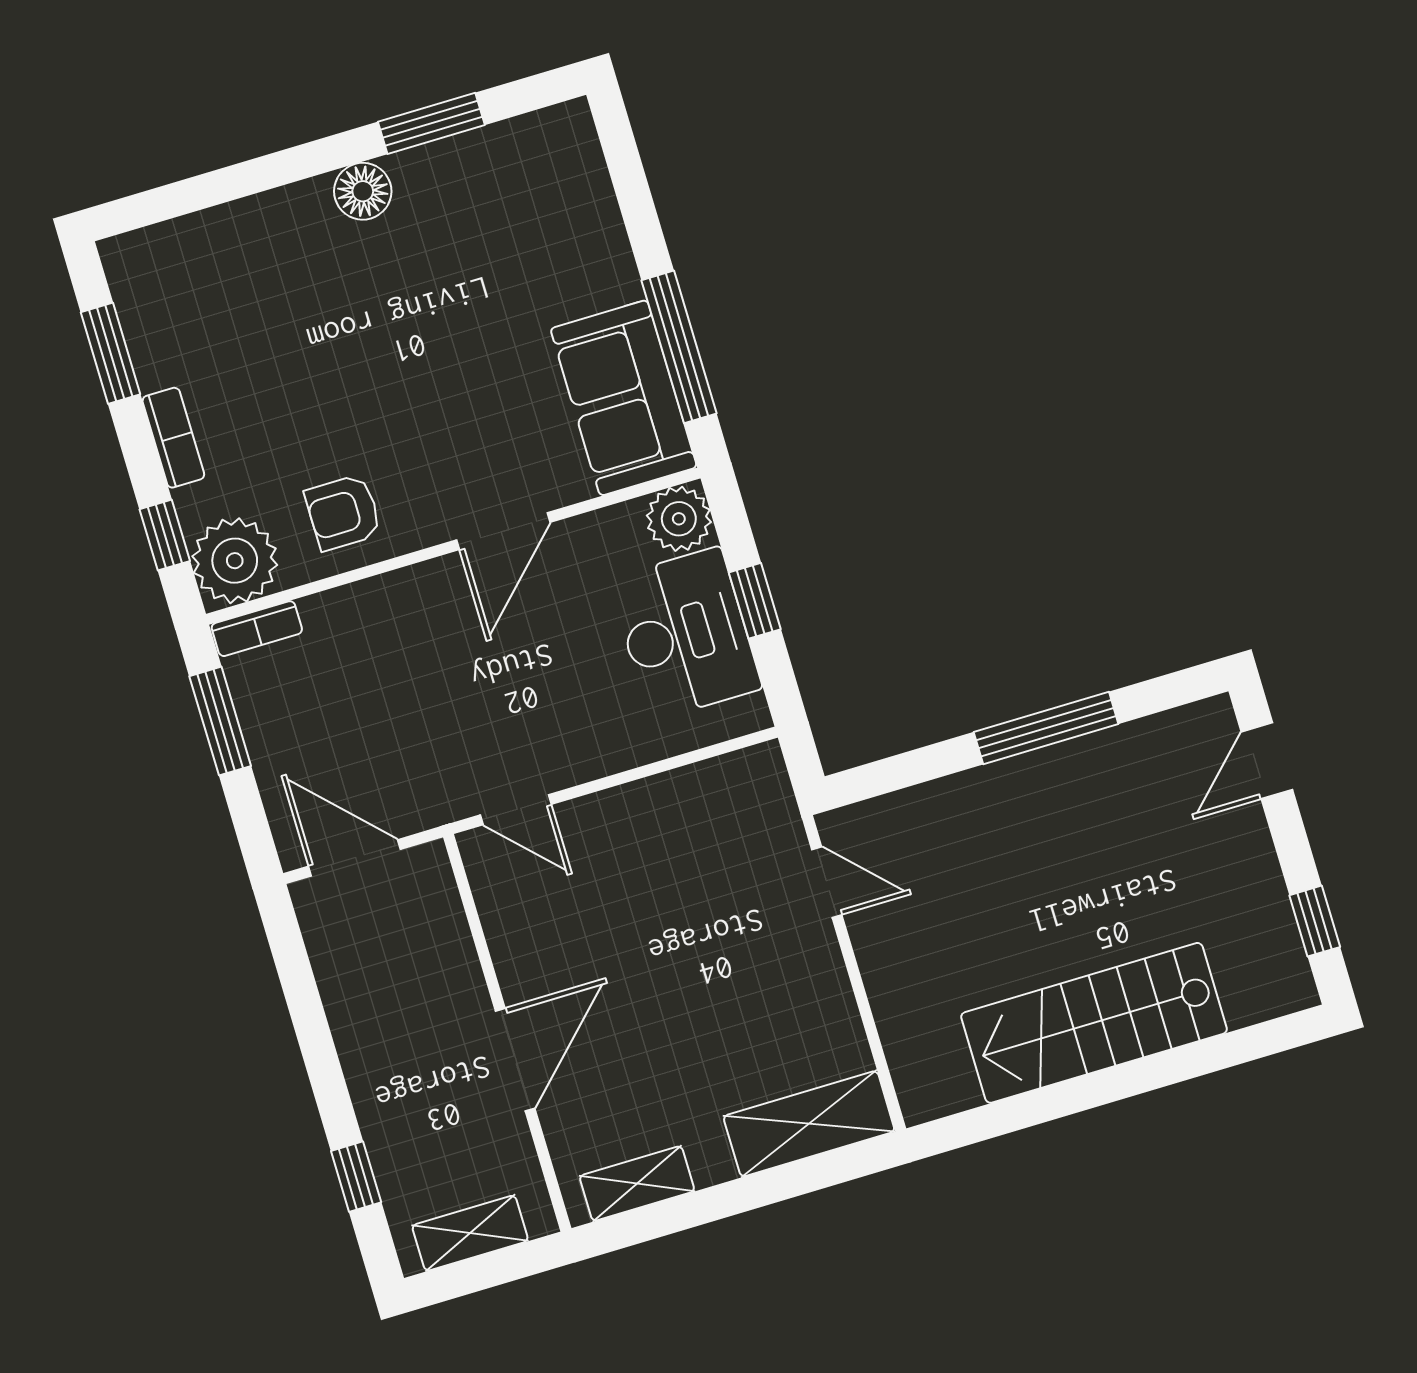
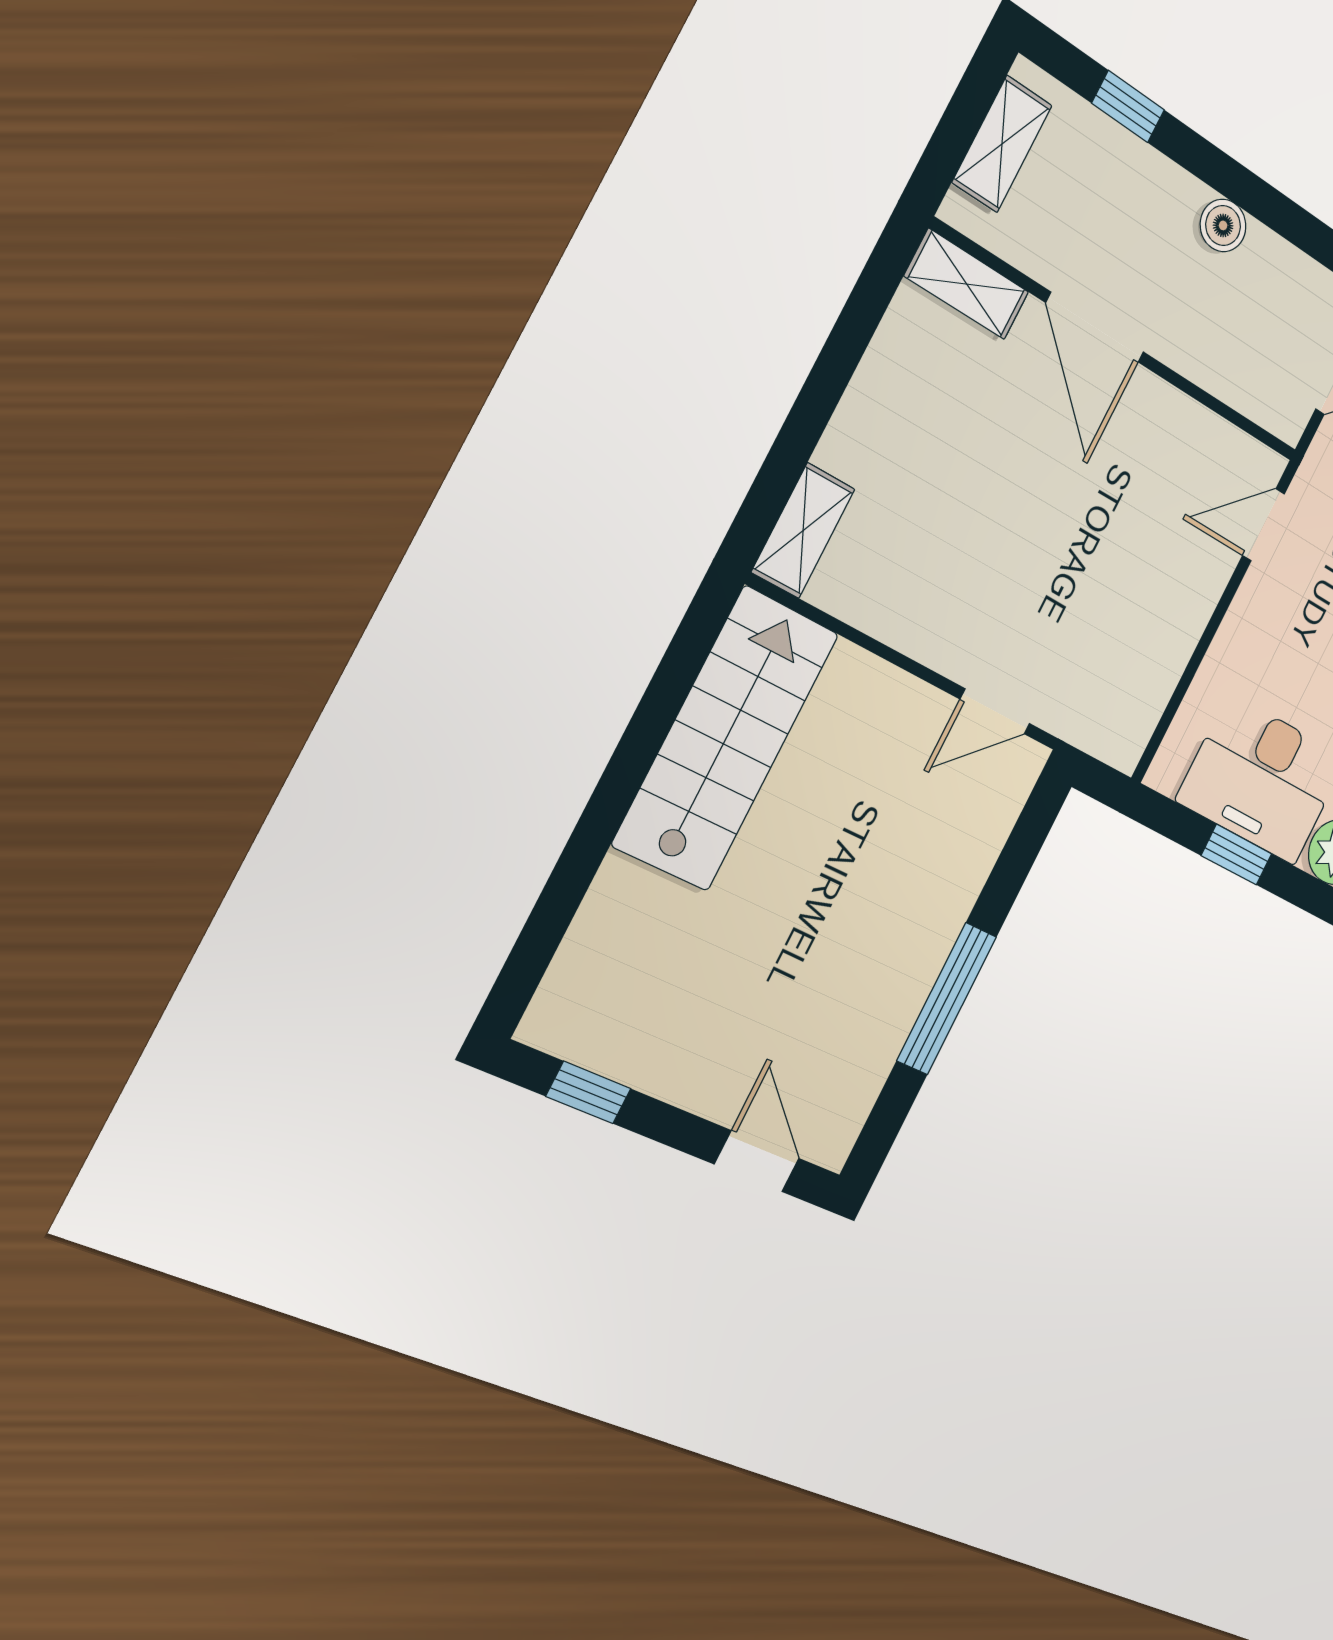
stairs: (1094, 1023) -> (726, 739), moved
boiler: (357, 1038) -> (1223, 225), added
shelving: (809, 1124) -> (803, 531), width x0.67, depth x0.75
shelving: (637, 1184) -> (967, 284), moved, turned 90

